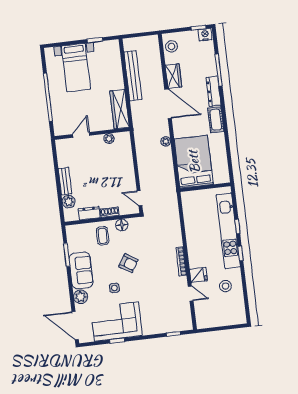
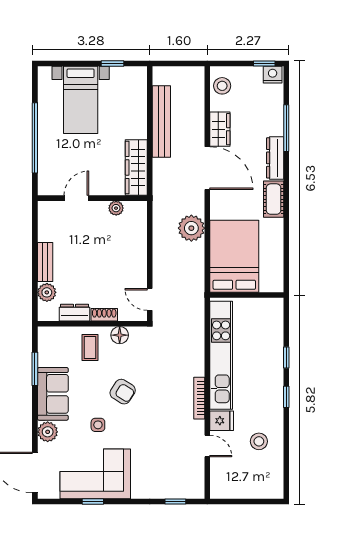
plant: (166, 141) -> (191, 228), width x1.87, depth x1.87
kitchen unit: (228, 231) -> (221, 355), moved, turned 180

